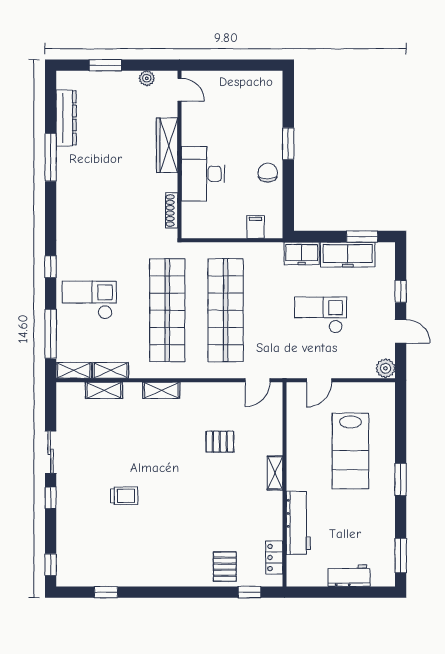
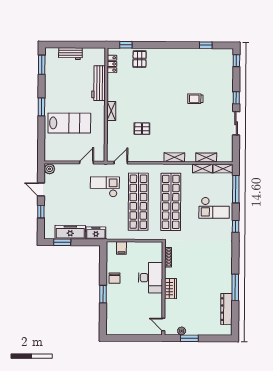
window: (105, 65) -> (189, 338), moved
wardrobe: (167, 145) -> (170, 289), width x0.67
checkout: (321, 315) -> (105, 187), moved, turned 180
lab bench: (350, 451) -> (69, 123), turned 90

